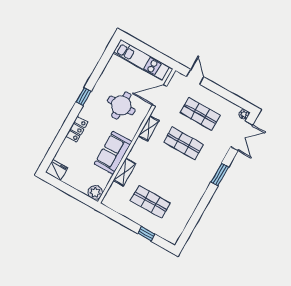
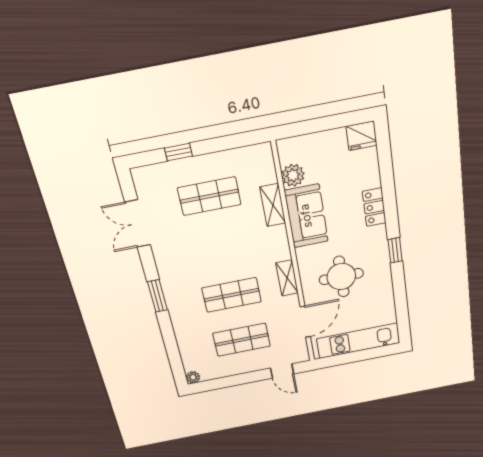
double door: (242, 136) -> (138, 224), moved
plant: (95, 192) -> (293, 175), moved

